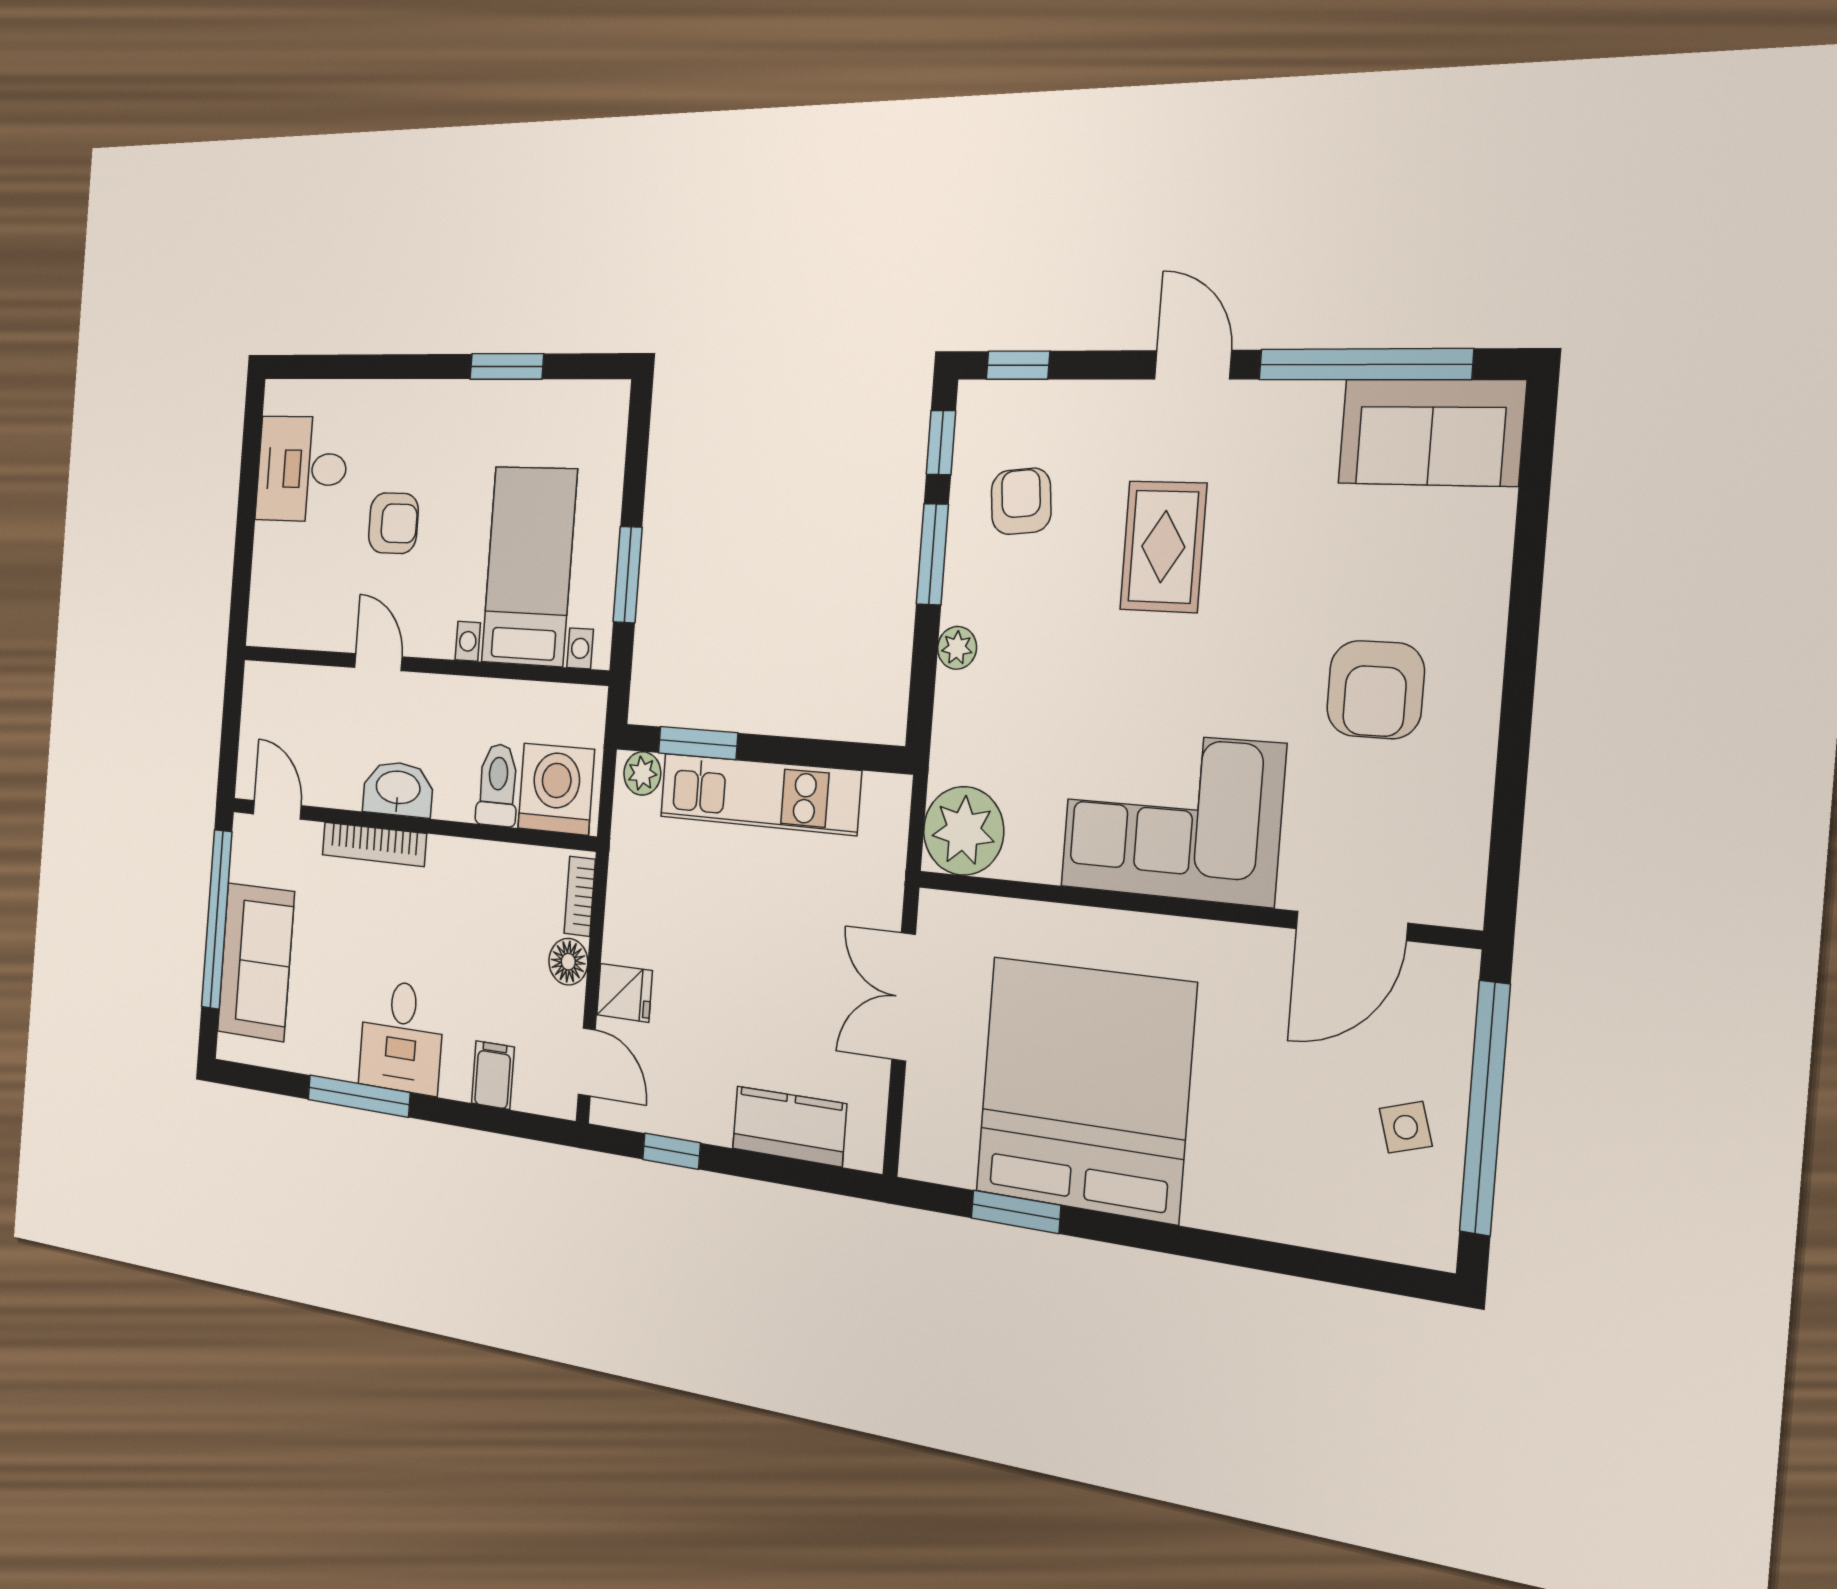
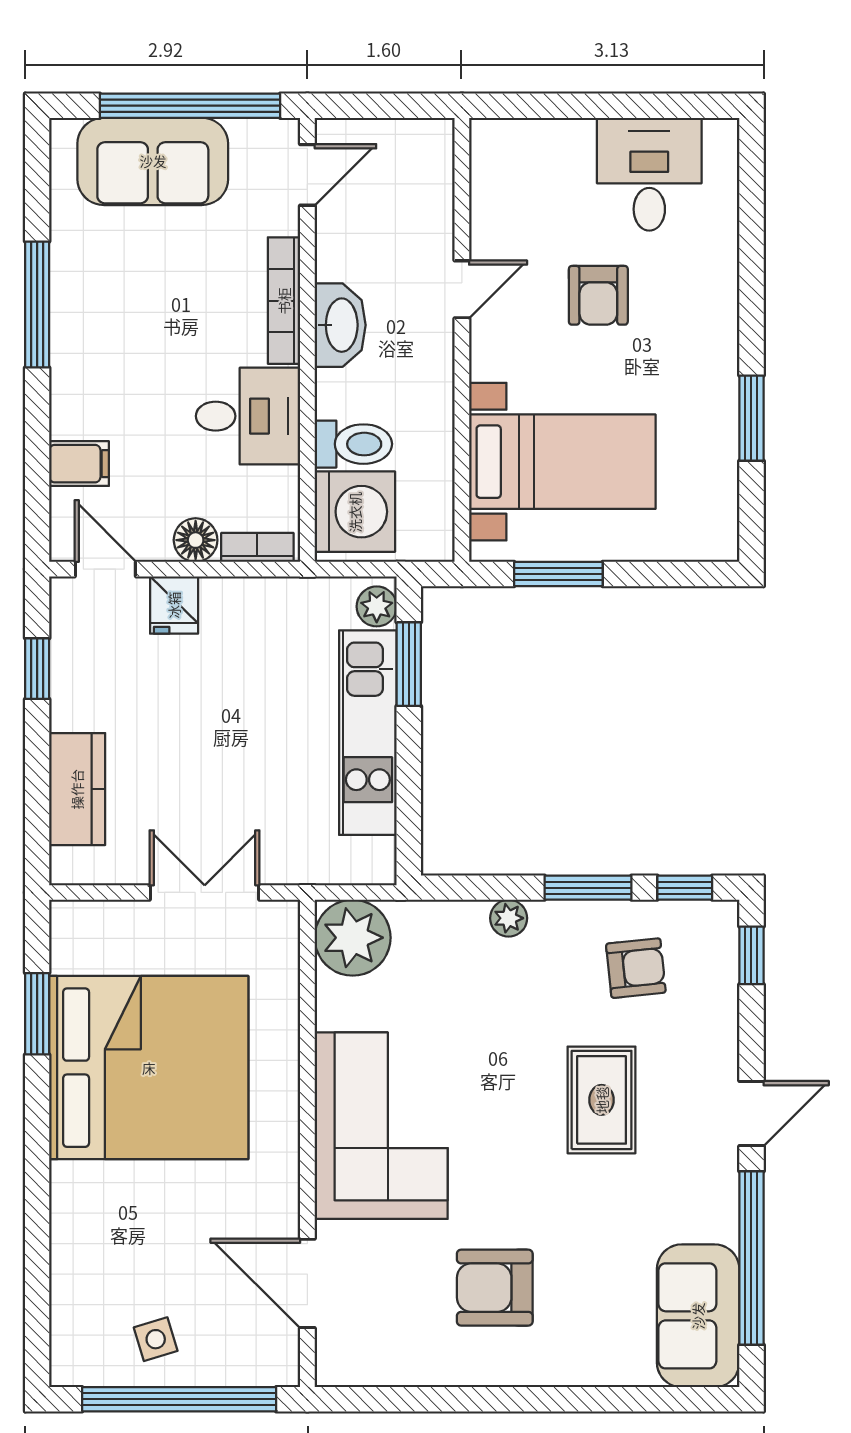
rug: (1163, 547) -> (602, 1100), turned 90
desk: (401, 1037) -> (248, 416), moved, turned 180
door: (587, 1062) -> (105, 569), swing flipped

